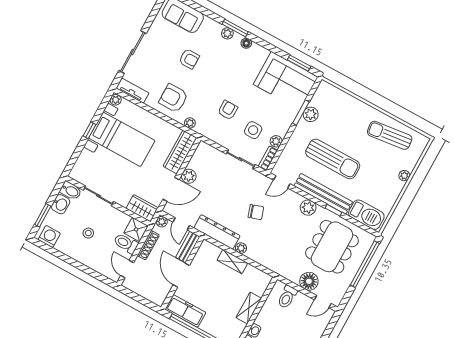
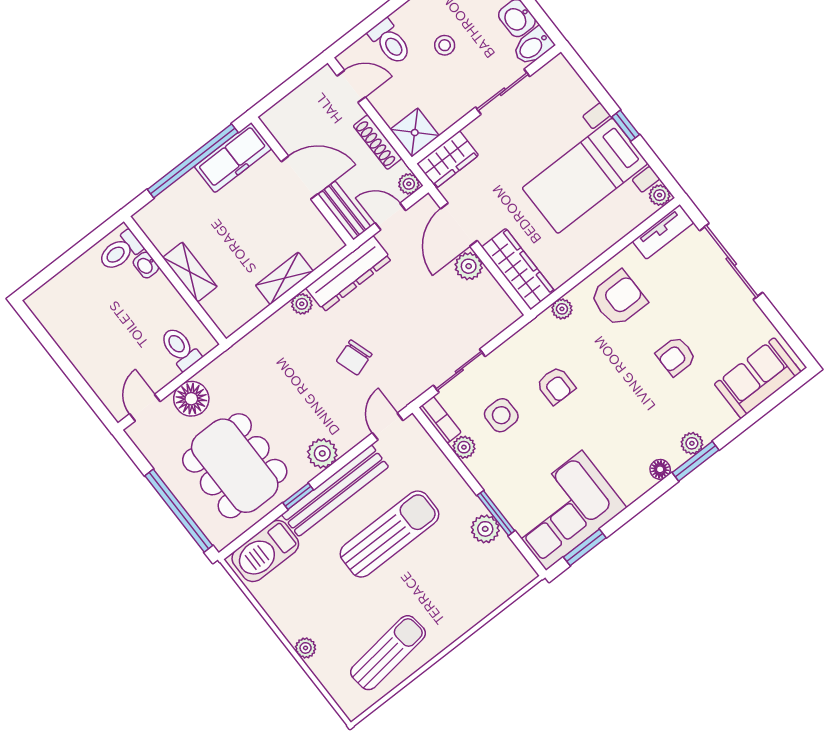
sun lounger: (333, 159) -> (390, 534), turned 180
toilet: (126, 243) -> (390, 42), moved, turned 90

